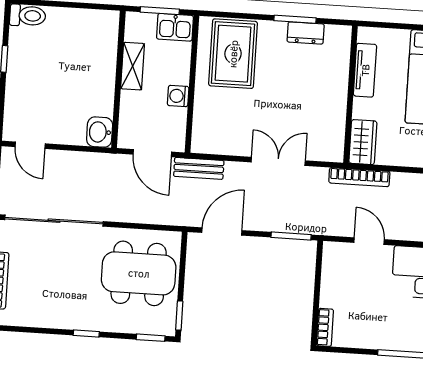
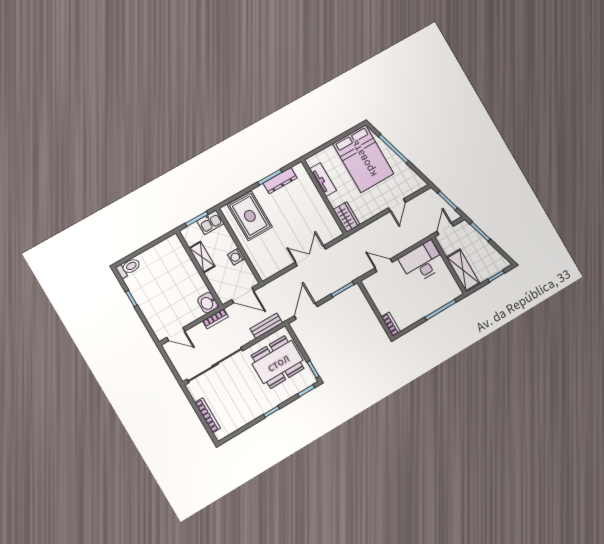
dresser: (306, 33) -> (280, 181), width x1.44
bench: (199, 168) -> (266, 326), moved
bookcase: (359, 177) -> (215, 319), moved, width x0.64

